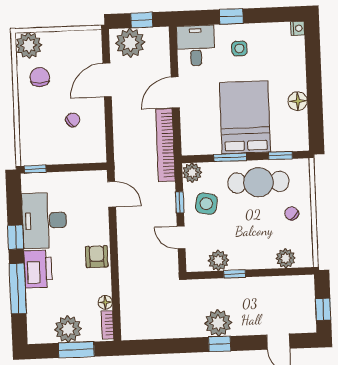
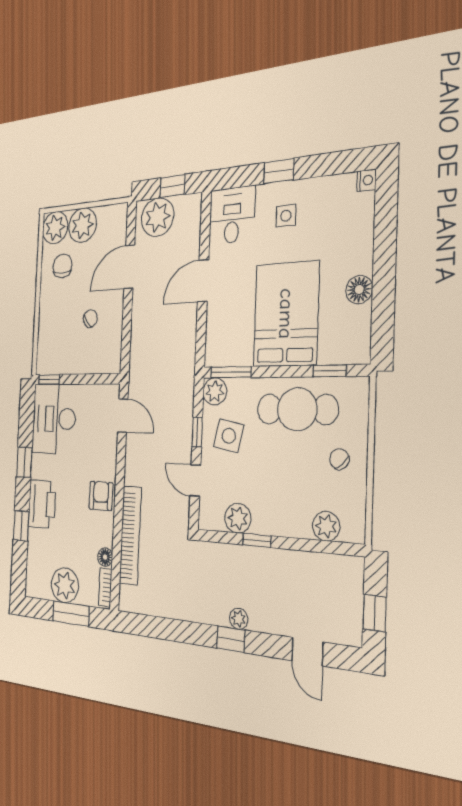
plant: (57, 45) -> (82, 225), added
bookcase: (165, 145) -> (130, 536), moved, turned 180
window: (230, 158) -> (231, 372), moved
desk: (44, 221) -> (54, 419), moved
window: (18, 289) -> (21, 526), width x0.46
plant: (218, 323) -> (239, 619), width x0.53, depth x0.53

